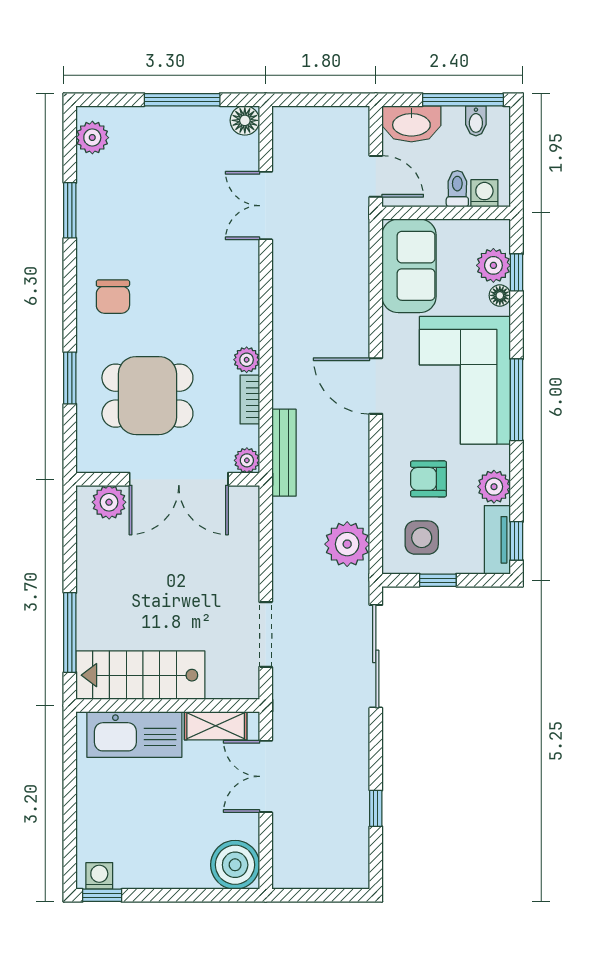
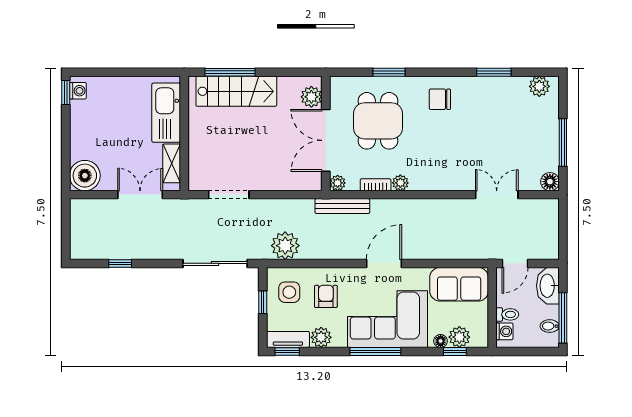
stairs: (140, 675) -> (236, 91), moved, turned 90

